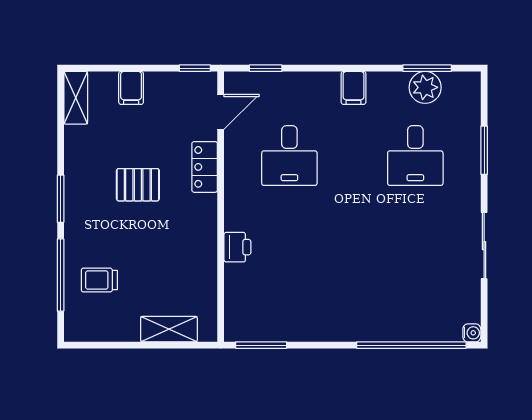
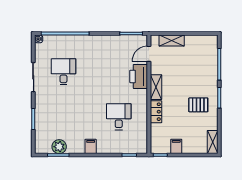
filing cabinet: (131, 88) -> (176, 146), moved
door: (221, 112) -> (149, 54), moved
desk: (415, 156) -> (63, 72), moved
pallet: (138, 185) -> (198, 105), moved
shelving: (205, 223) -> (156, 87), added
printer: (237, 247) -> (139, 76), width x1.87, depth x1.48
trolley: (99, 280) -> (202, 62), removed

